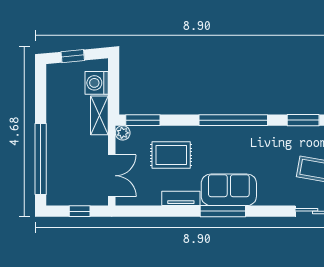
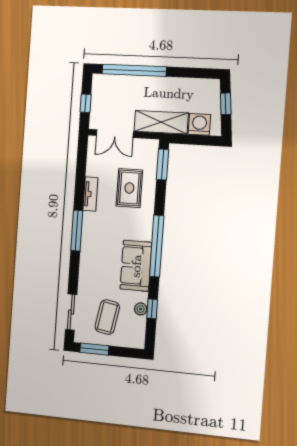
shelving: (99, 115) -> (161, 122), width x1.50, depth x1.33
window: (303, 120) -> (152, 309), width x0.67
plant: (123, 133) -> (141, 309), moved
sofa: (229, 190) -> (136, 266), moved, turned 180

